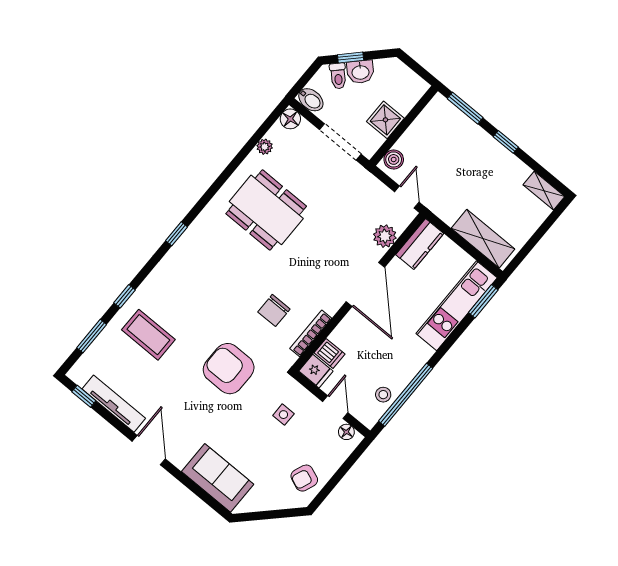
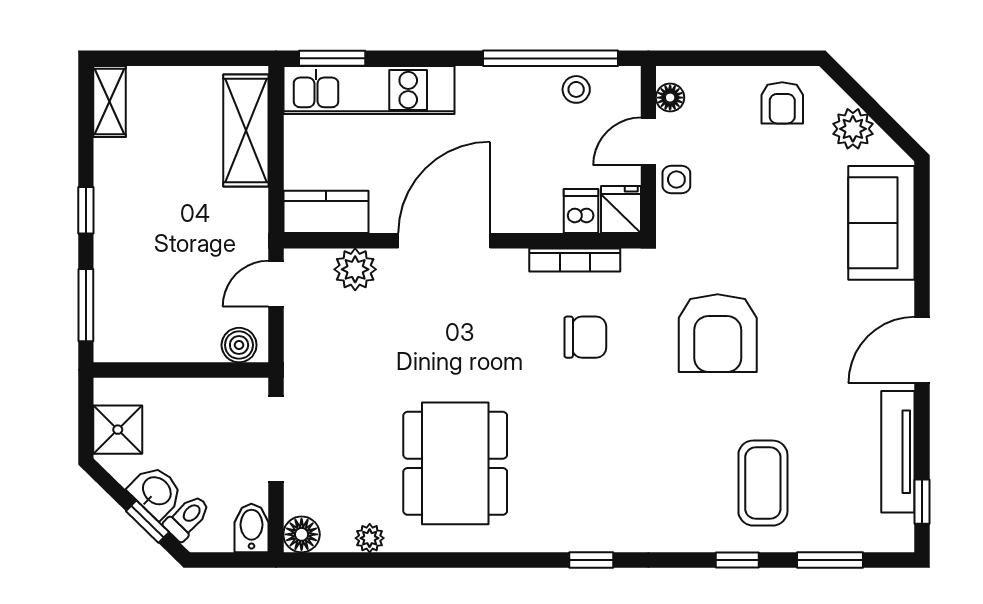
shower: (385, 120) -> (118, 430), moved
side table: (283, 415) -> (676, 179), moved
armchair: (304, 478) -> (782, 103), turned 68
plant: (268, 499) -> (853, 129), added

